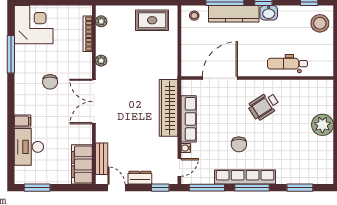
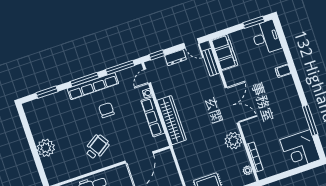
plant: (101, 61) -> (233, 141), width x1.88, depth x1.88
chair: (50, 82) -> (272, 109), removed
desk: (29, 147) -> (266, 37), moved

